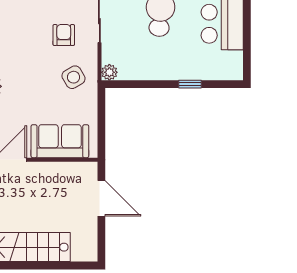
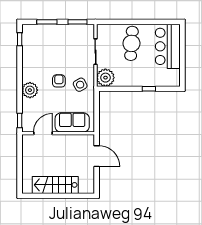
armchair: (64, 35) -> (59, 81), moved
plant: (109, 72) -> (105, 78), width x1.88, depth x1.88

